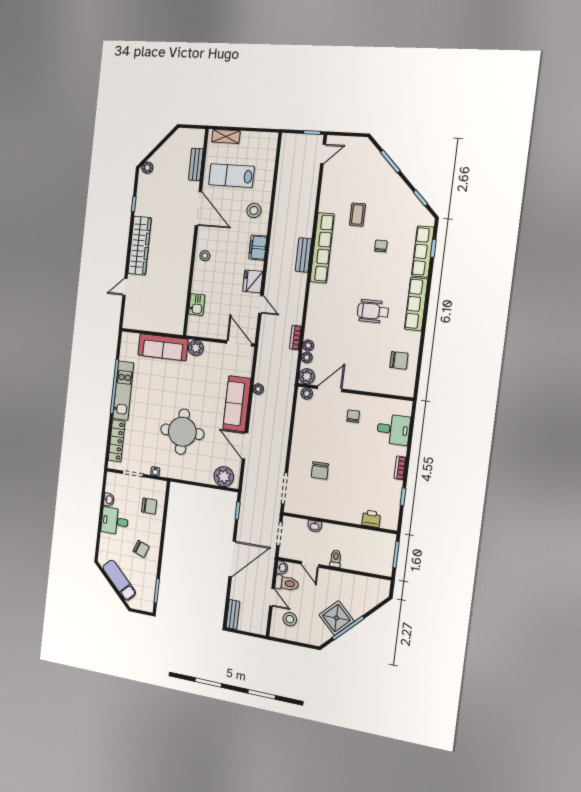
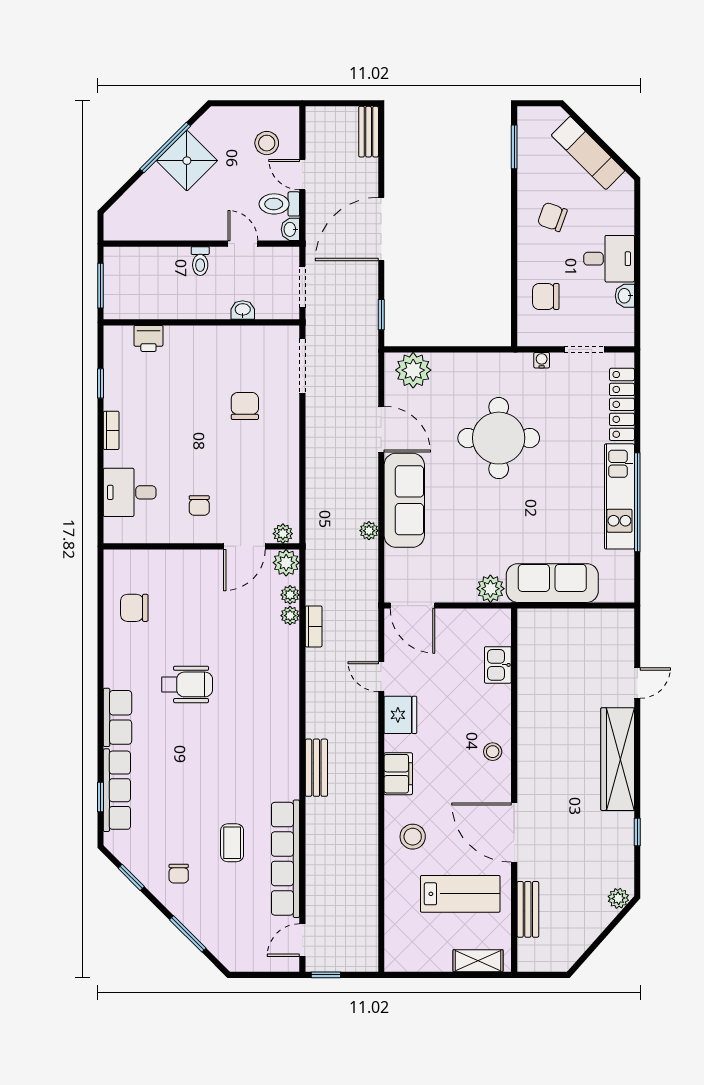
chair: (381, 246) -> (179, 874), moved
row of seats: (322, 248) -> (286, 859), moved
row of seats: (416, 304) -> (117, 717), width x0.68

